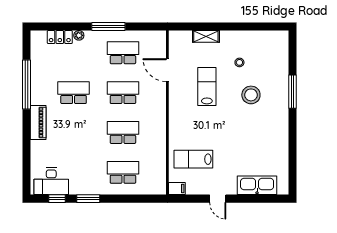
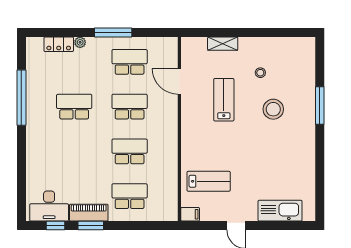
piano: (38, 122) -> (89, 213), moved, turned -90
lab bench: (193, 159) -> (209, 181), turned 180

